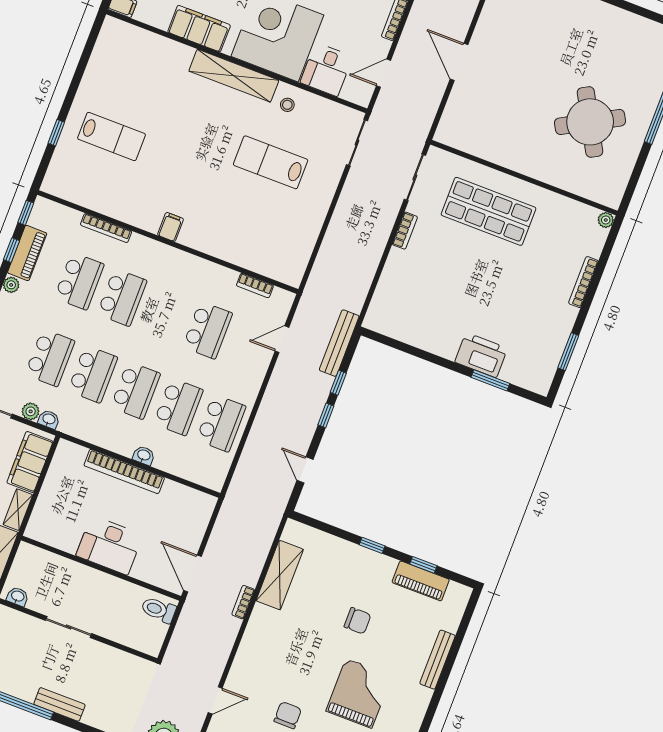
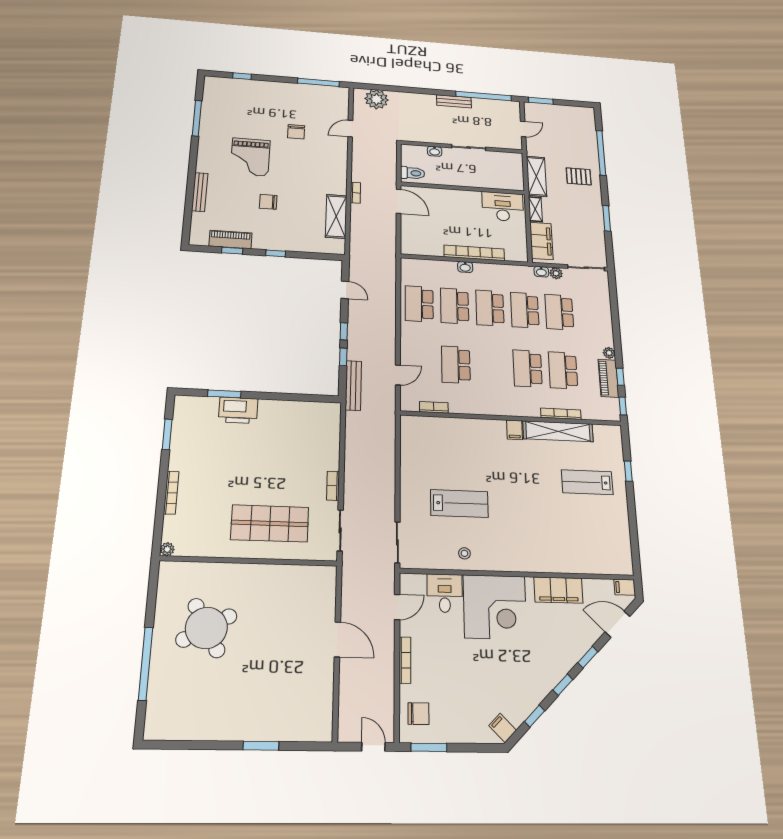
shelving: (234, 76) -> (558, 431), moved
desk: (109, 545) -> (503, 207), moved
washbasin: (18, 596) -> (435, 151), moved

